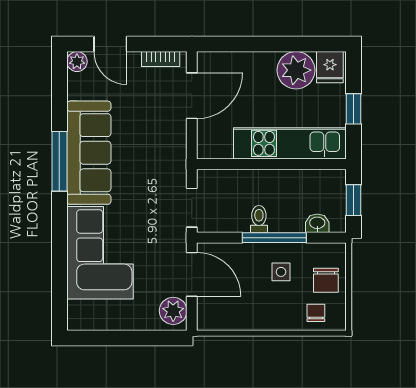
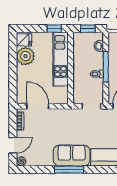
window: (353, 109) -> (54, 29), moved
sofa: (89, 153) -> (72, 156), width x0.73

